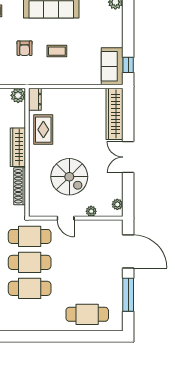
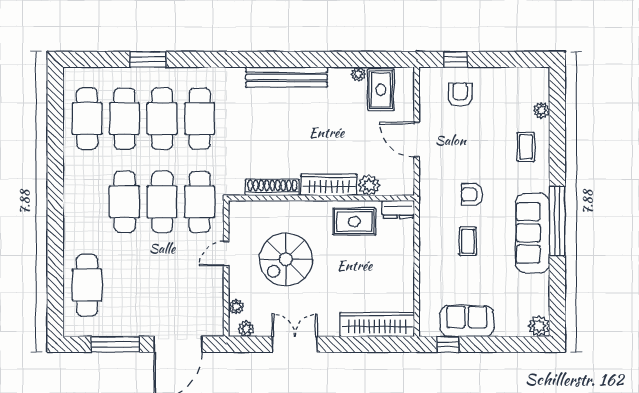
sofa: (112, 66) -> (467, 321), moved
plant: (18, 95) -> (369, 185), moved
double door: (128, 157) -> (295, 344), moved
plant: (91, 211) -> (236, 307), moved

